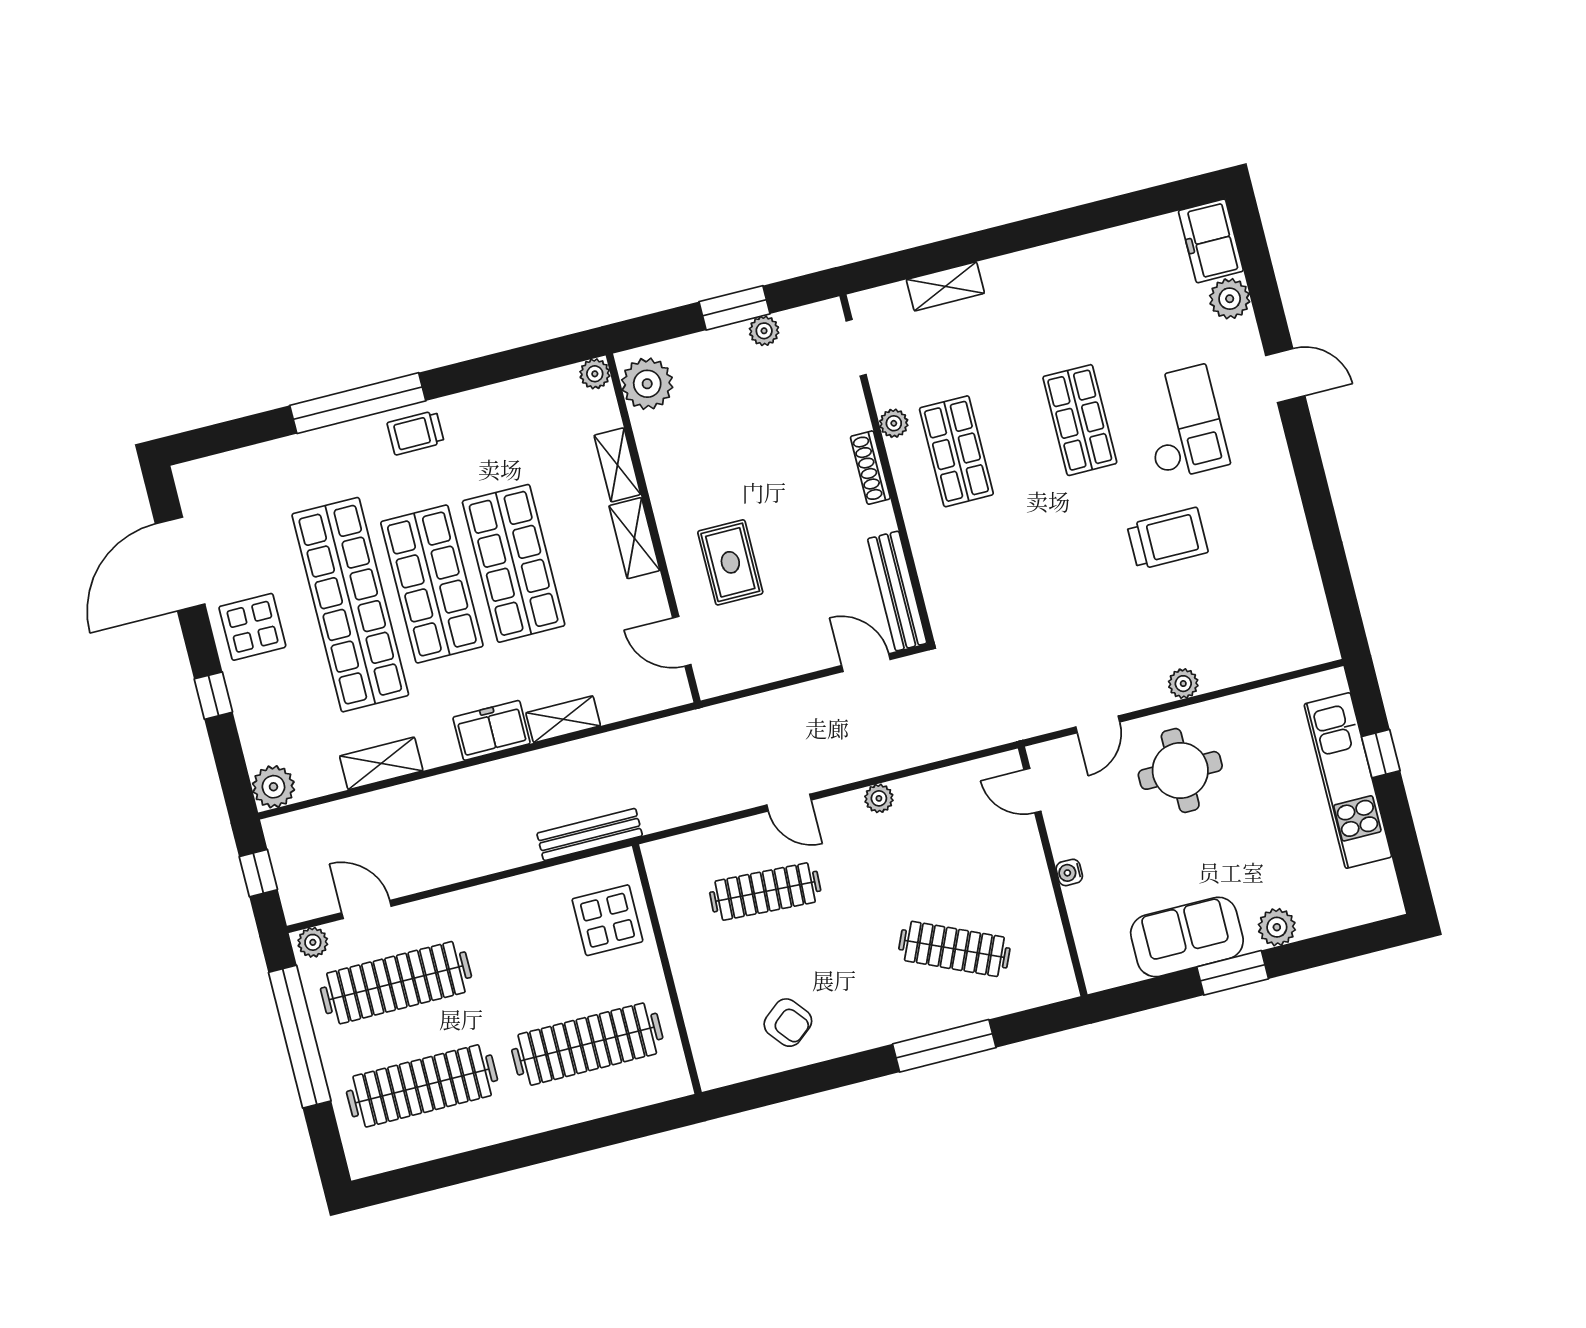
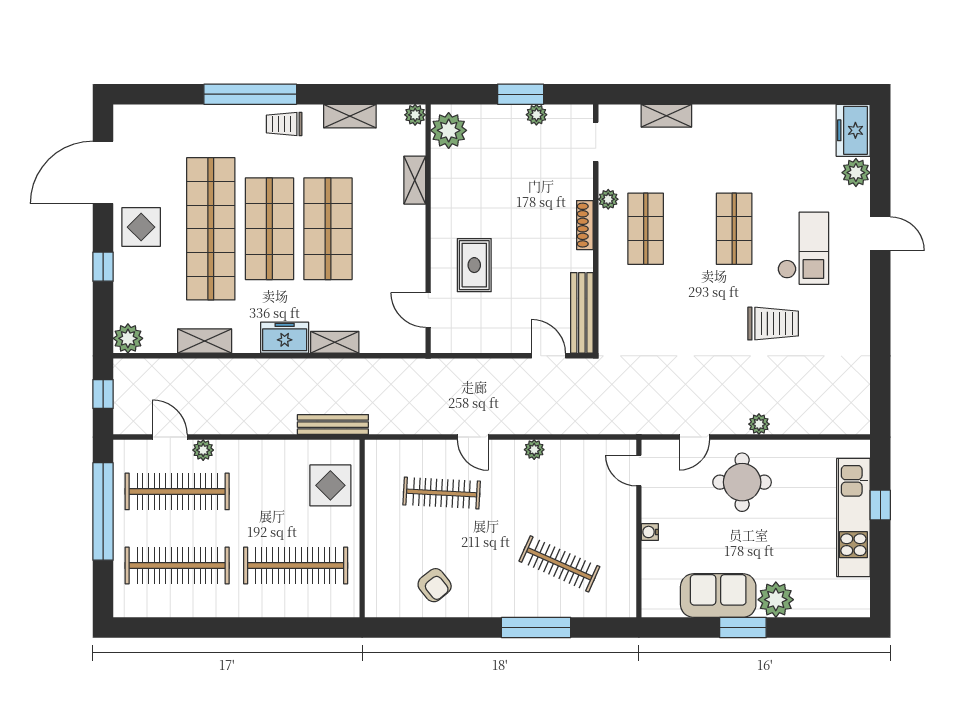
shelving: (634, 538) -> (350, 116), moved, turned 90
plant: (1277, 927) -> (776, 600), width x1.36, depth x1.36
plant: (313, 942) -> (203, 450), moved

